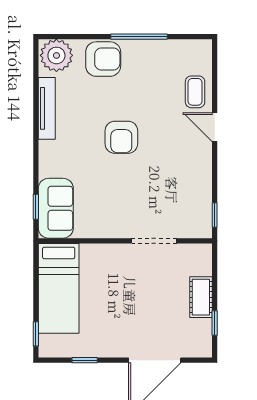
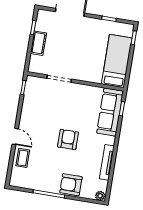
plant: (56, 55) -> (100, 196), width x0.53, depth x0.53
sofa: (56, 208) -> (110, 112), width x1.36

